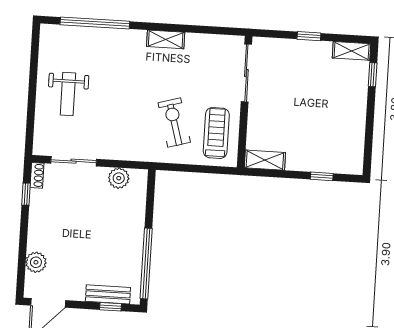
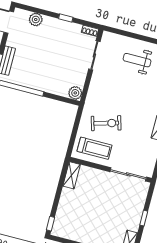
window: (322, 176) -> (51, 224), moved
plant: (119, 178) -> (75, 93), moved
window: (26, 194) -> (66, 18), moved

